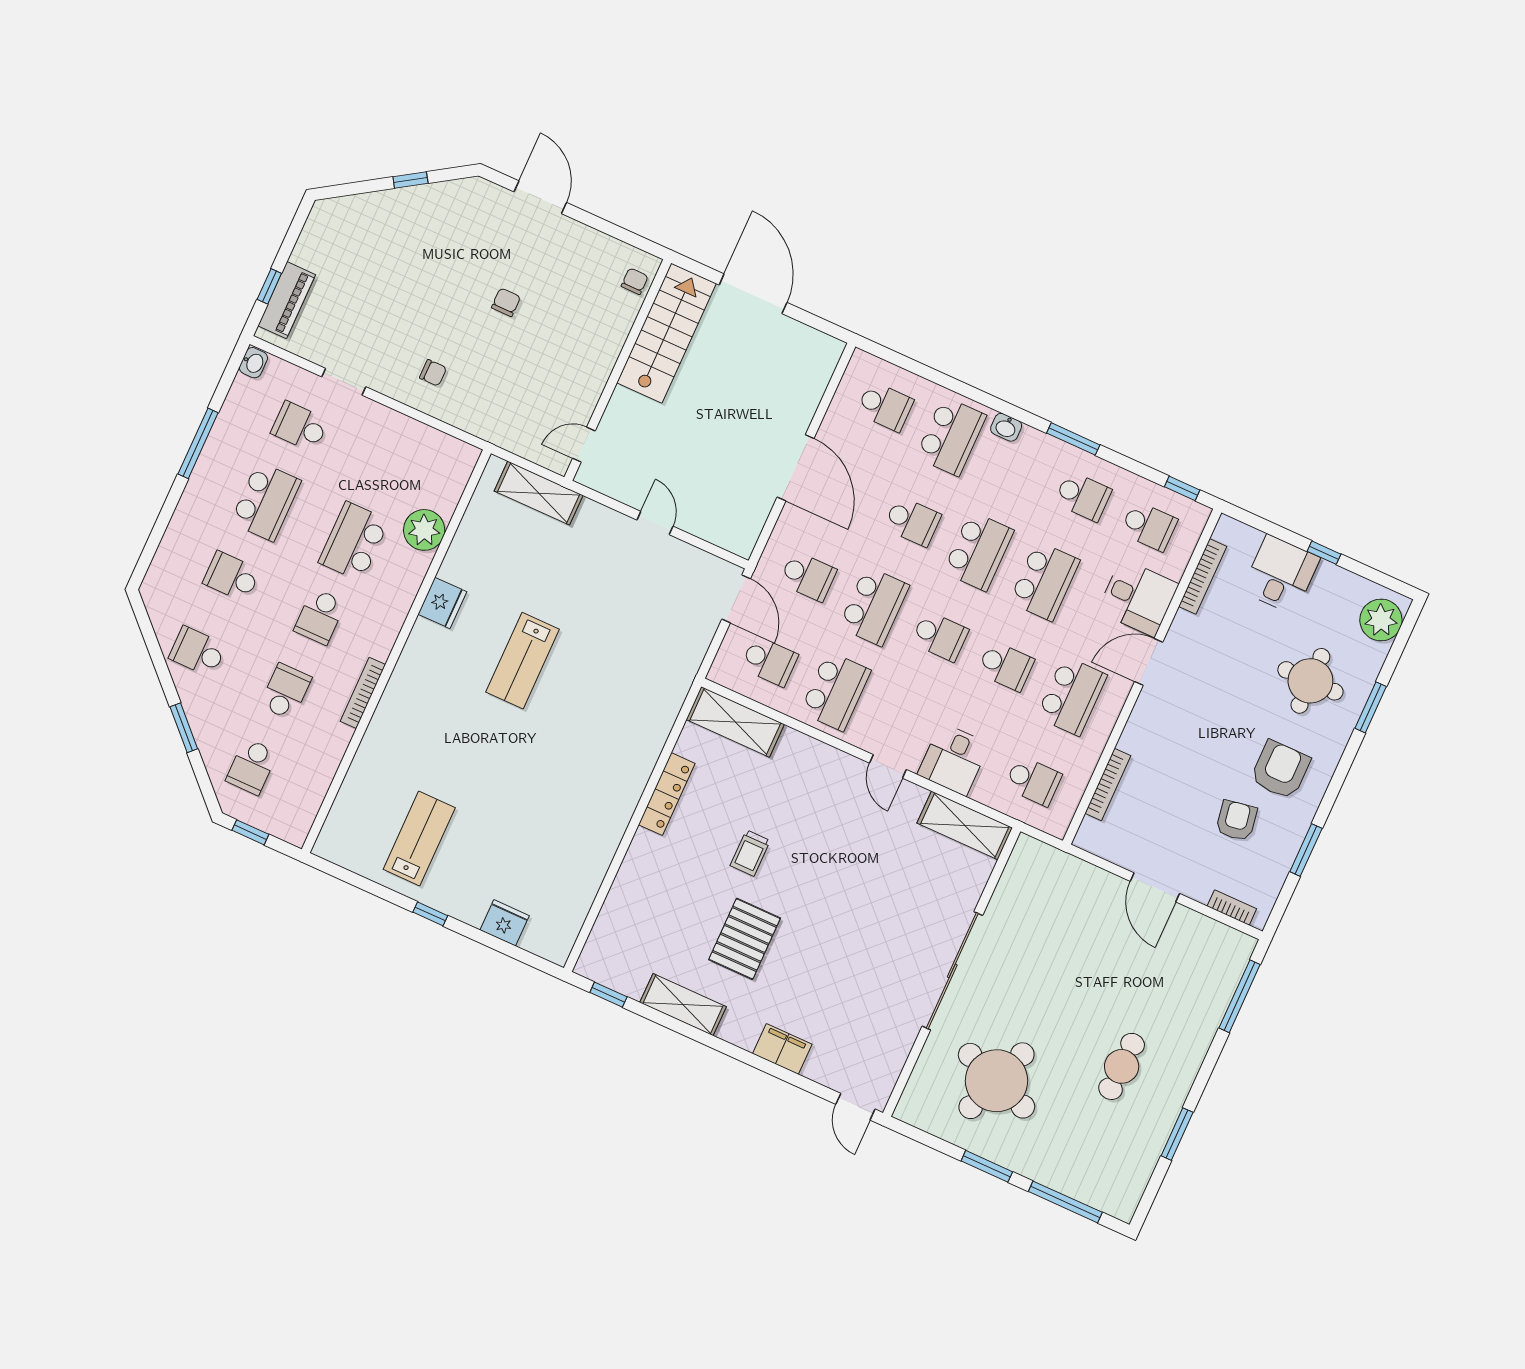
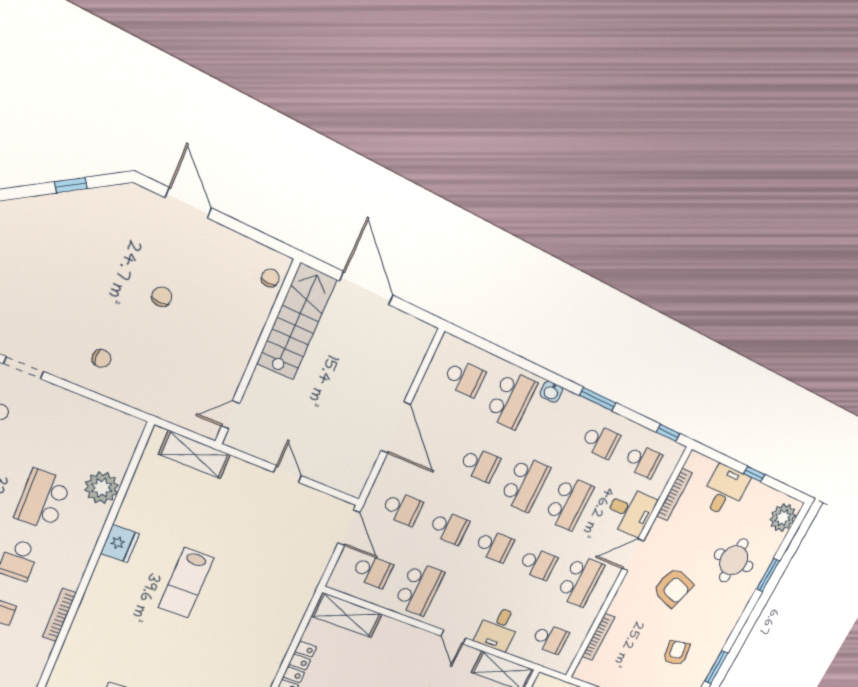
school desk: (874, 606) -> (449, 527), width x0.54
armchair: (1280, 770) -> (673, 587), moved, turned 108

